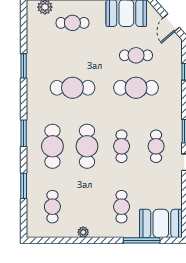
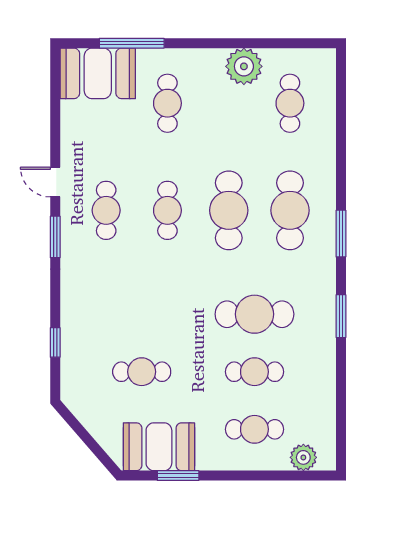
door: (171, 23) -> (79, 430), removed
window: (24, 66) -> (341, 316), moved
cafe table: (136, 88) -> (254, 372), moved, width x0.73, depth x0.74
window: (24, 186) -> (341, 140), removed
plant: (83, 232) -> (244, 66), width x1.88, depth x1.88

